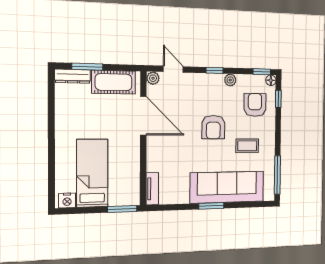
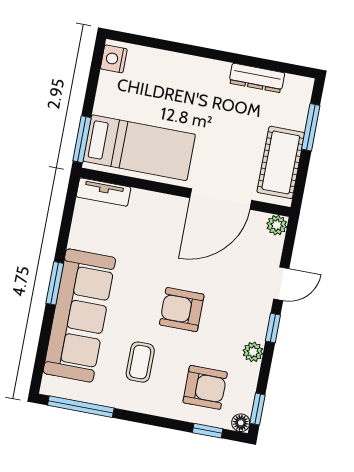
door: (173, 69) -> (281, 284), moved
dresser: (73, 76) -> (257, 78), moved, turned -90
bed: (92, 173) -> (139, 148), moved

